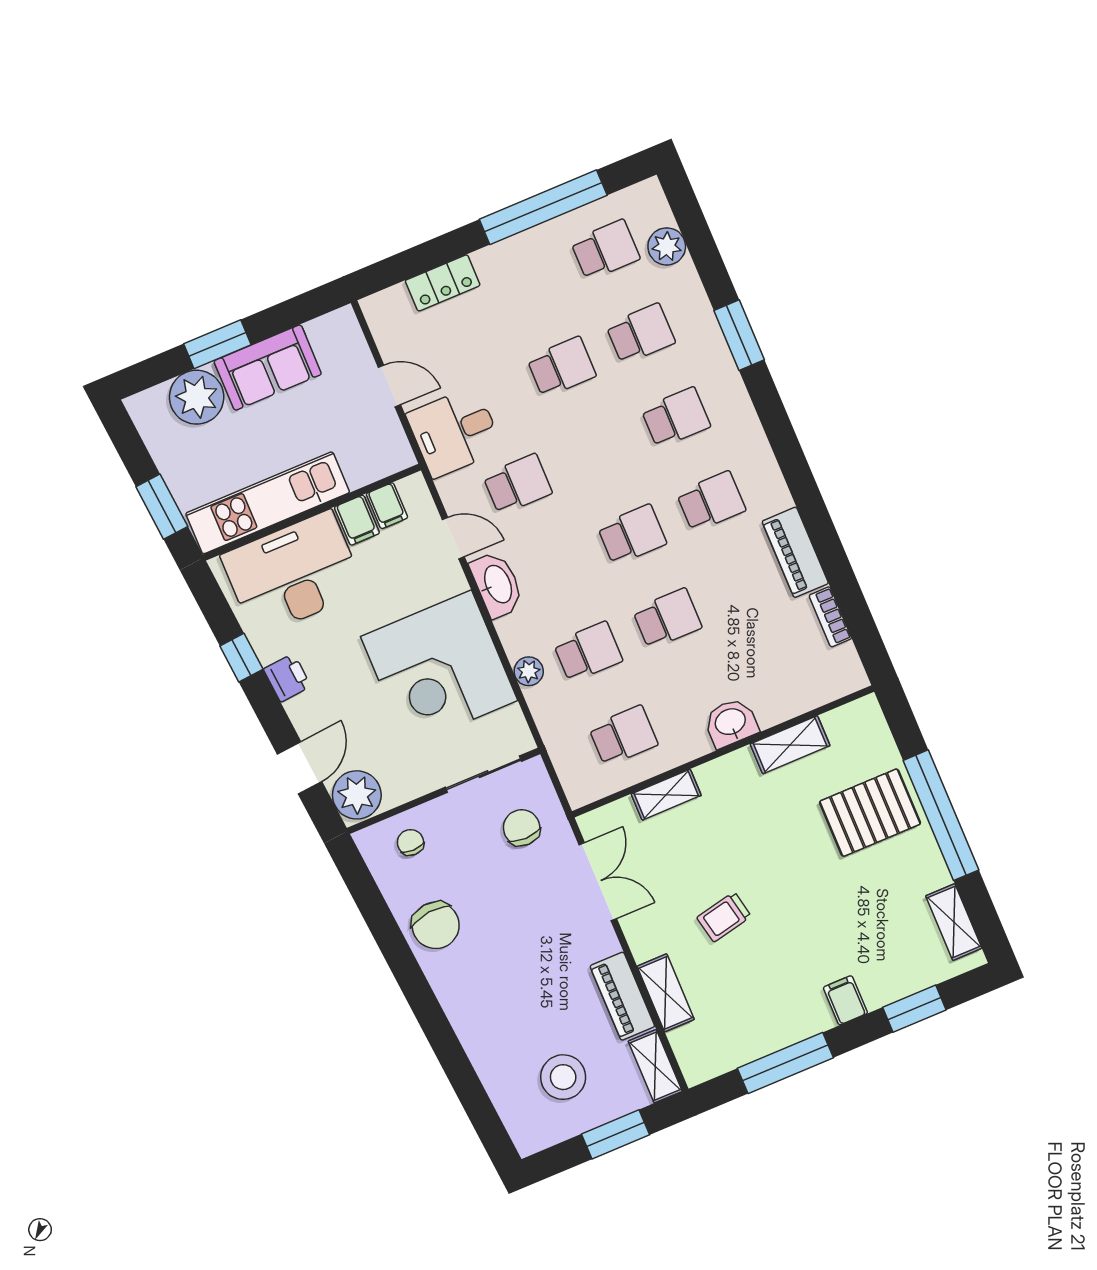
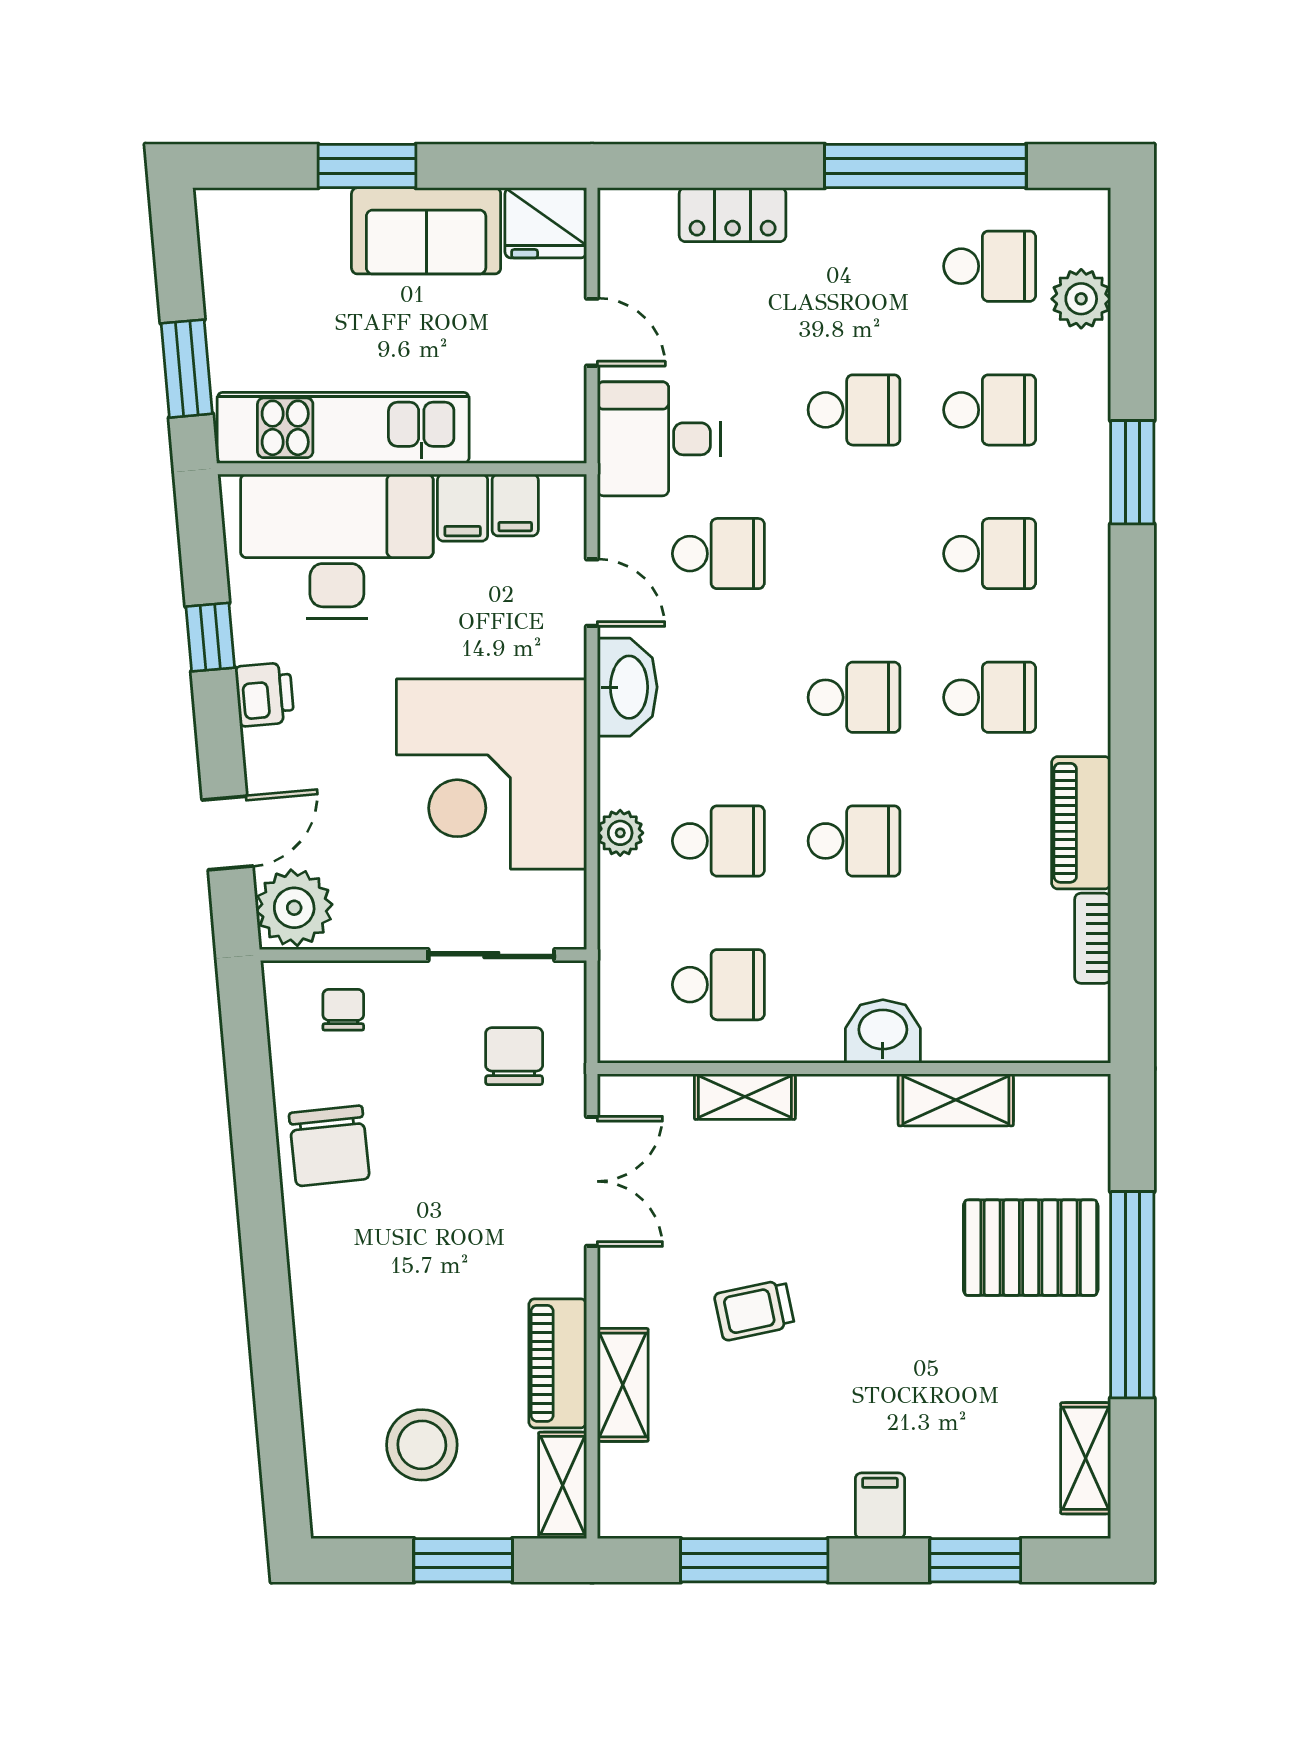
fridge: (336, 334) -> (546, 223), added
plant: (197, 397) -> (304, 230), removed

